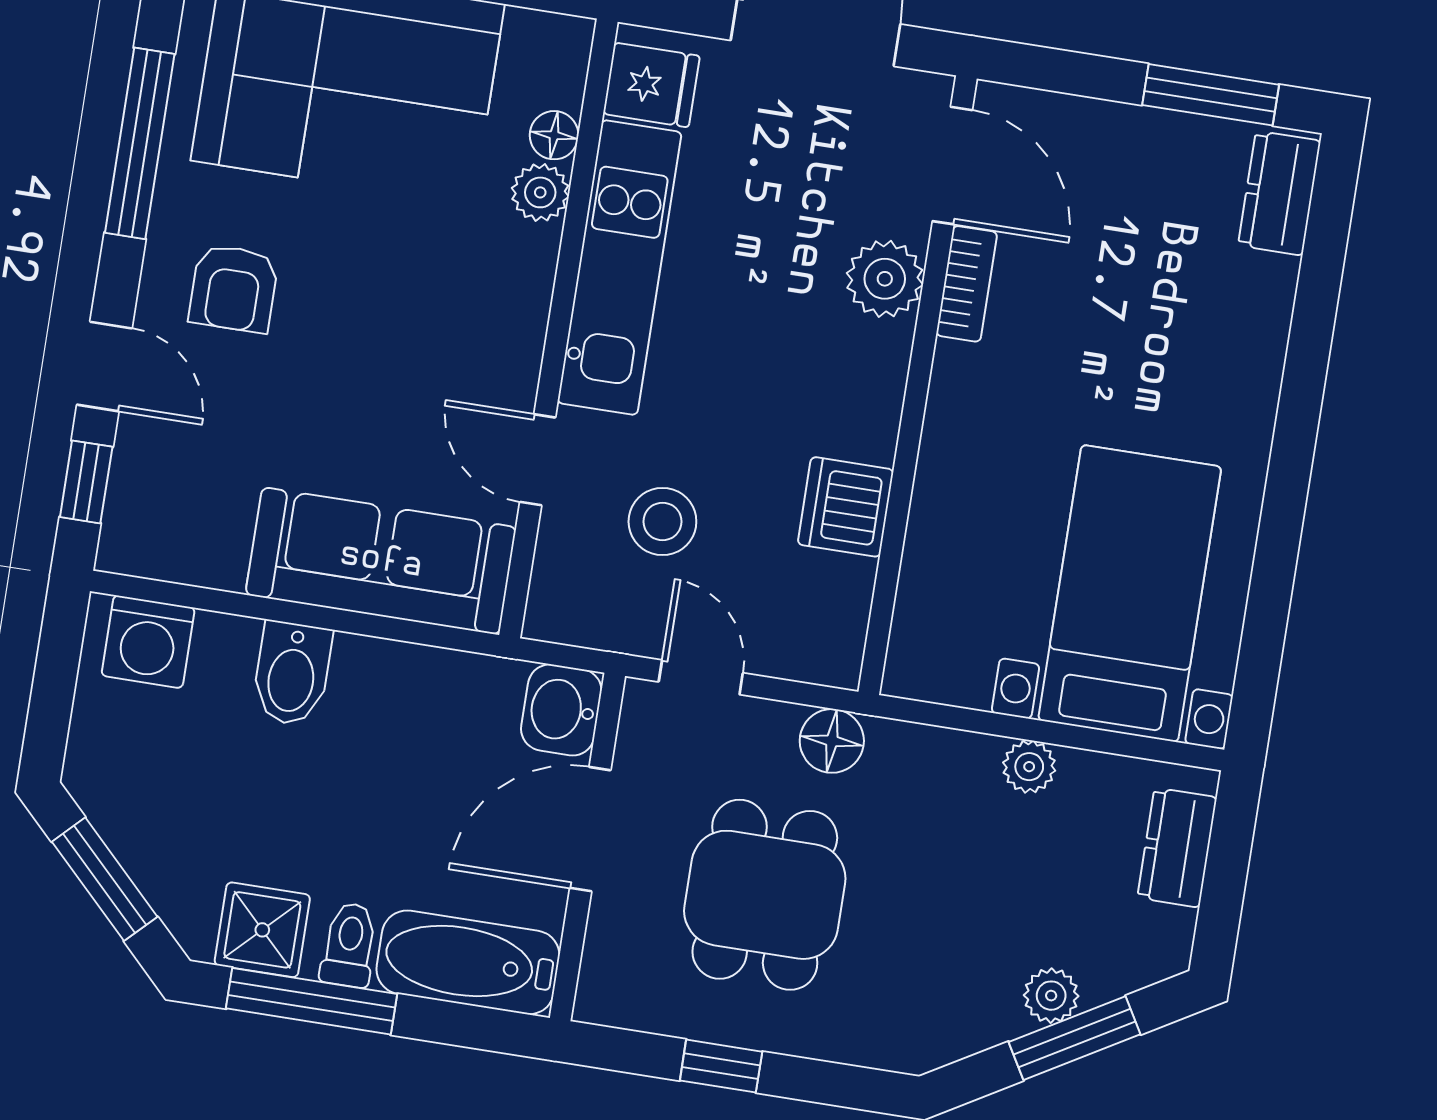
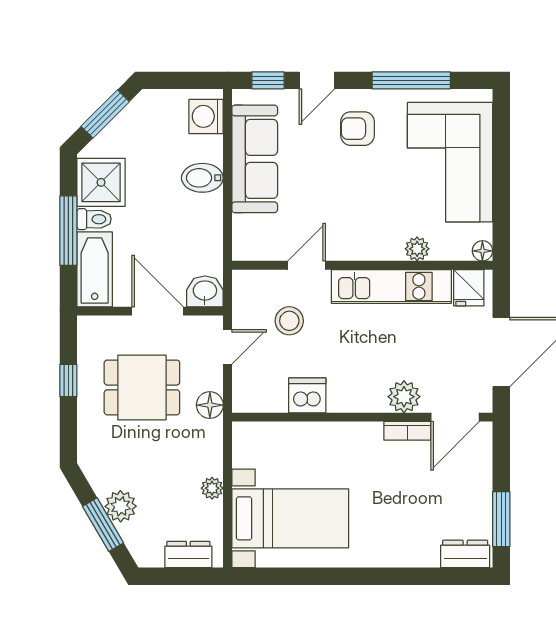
floor lamp: (554, 135) -> (482, 251), moved
sofa: (381, 561) -> (255, 159), moved
shower: (262, 930) -> (101, 182), width x1.36, depth x1.36
plant: (1051, 996) -> (121, 506), width x1.38, depth x1.38
window: (311, 1001) -> (68, 231), moved

